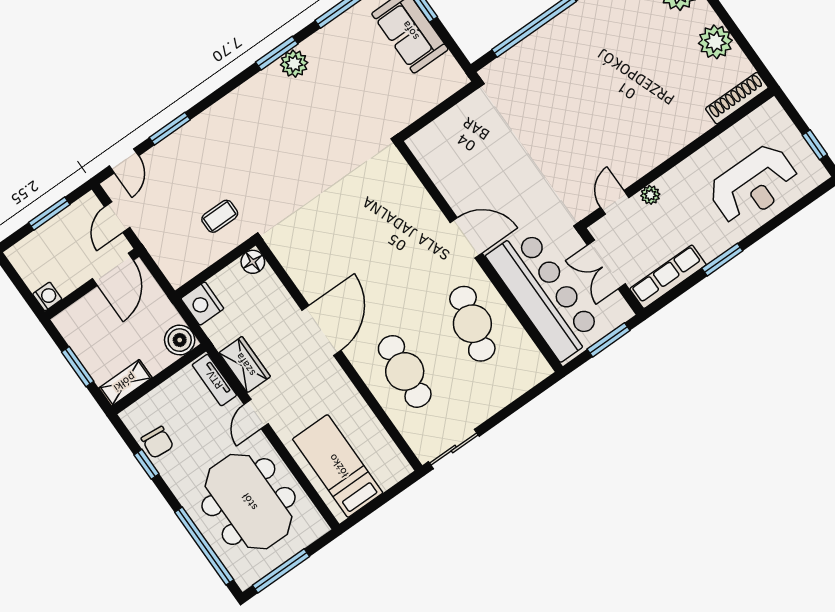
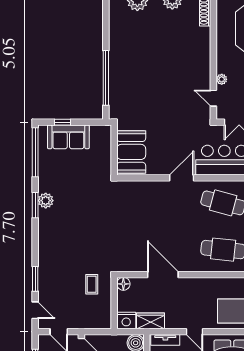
booth: (452, 138) -> (131, 152), added
door: (321, 330) -> (163, 275), moved
wardrobe: (245, 365) -> (151, 321), moved

